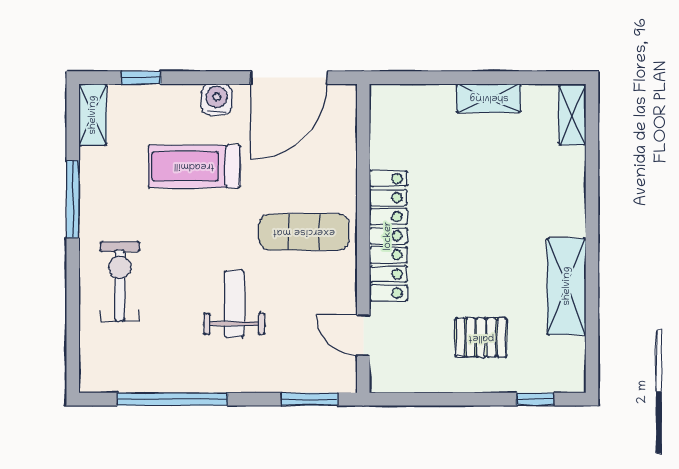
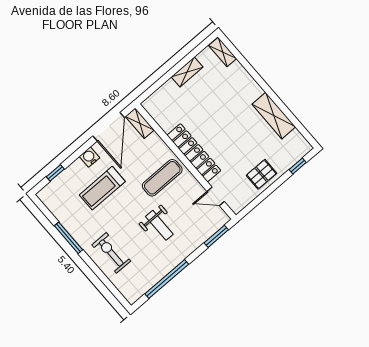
shelving: (93, 115) -> (140, 123), moved
weight bench: (234, 304) -> (159, 225), turned 180
pallet: (481, 338) -> (261, 174), moved

